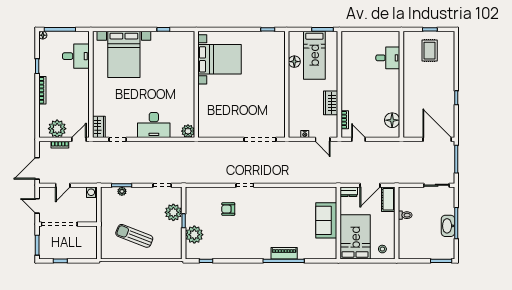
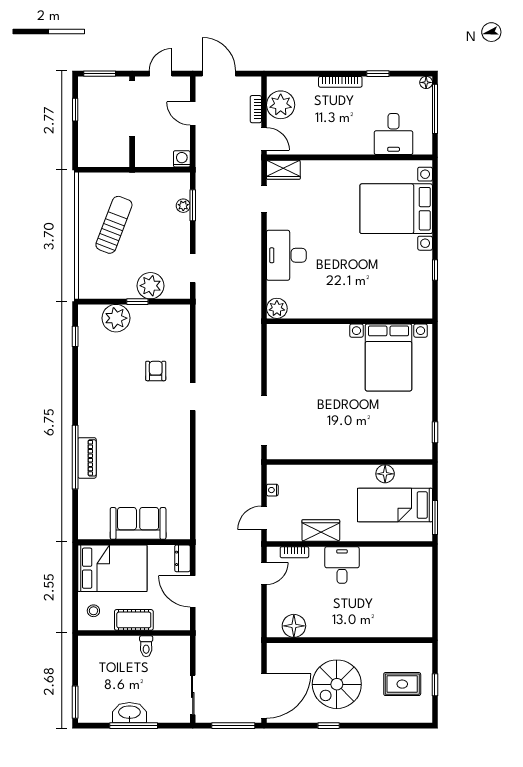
desk: (388, 58) -> (342, 565), moved, turned 180
spiral stairs: (430, 93) -> (337, 684), added
cot: (388, 199) -> (134, 620), moved

